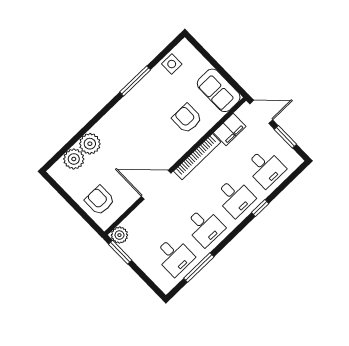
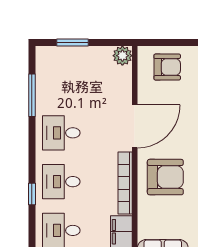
armchair: (187, 119) -> (165, 177), moved, width x1.36, depth x1.36
window: (120, 252) -> (73, 43), moved
desk: (174, 256) -> (61, 84), removed

